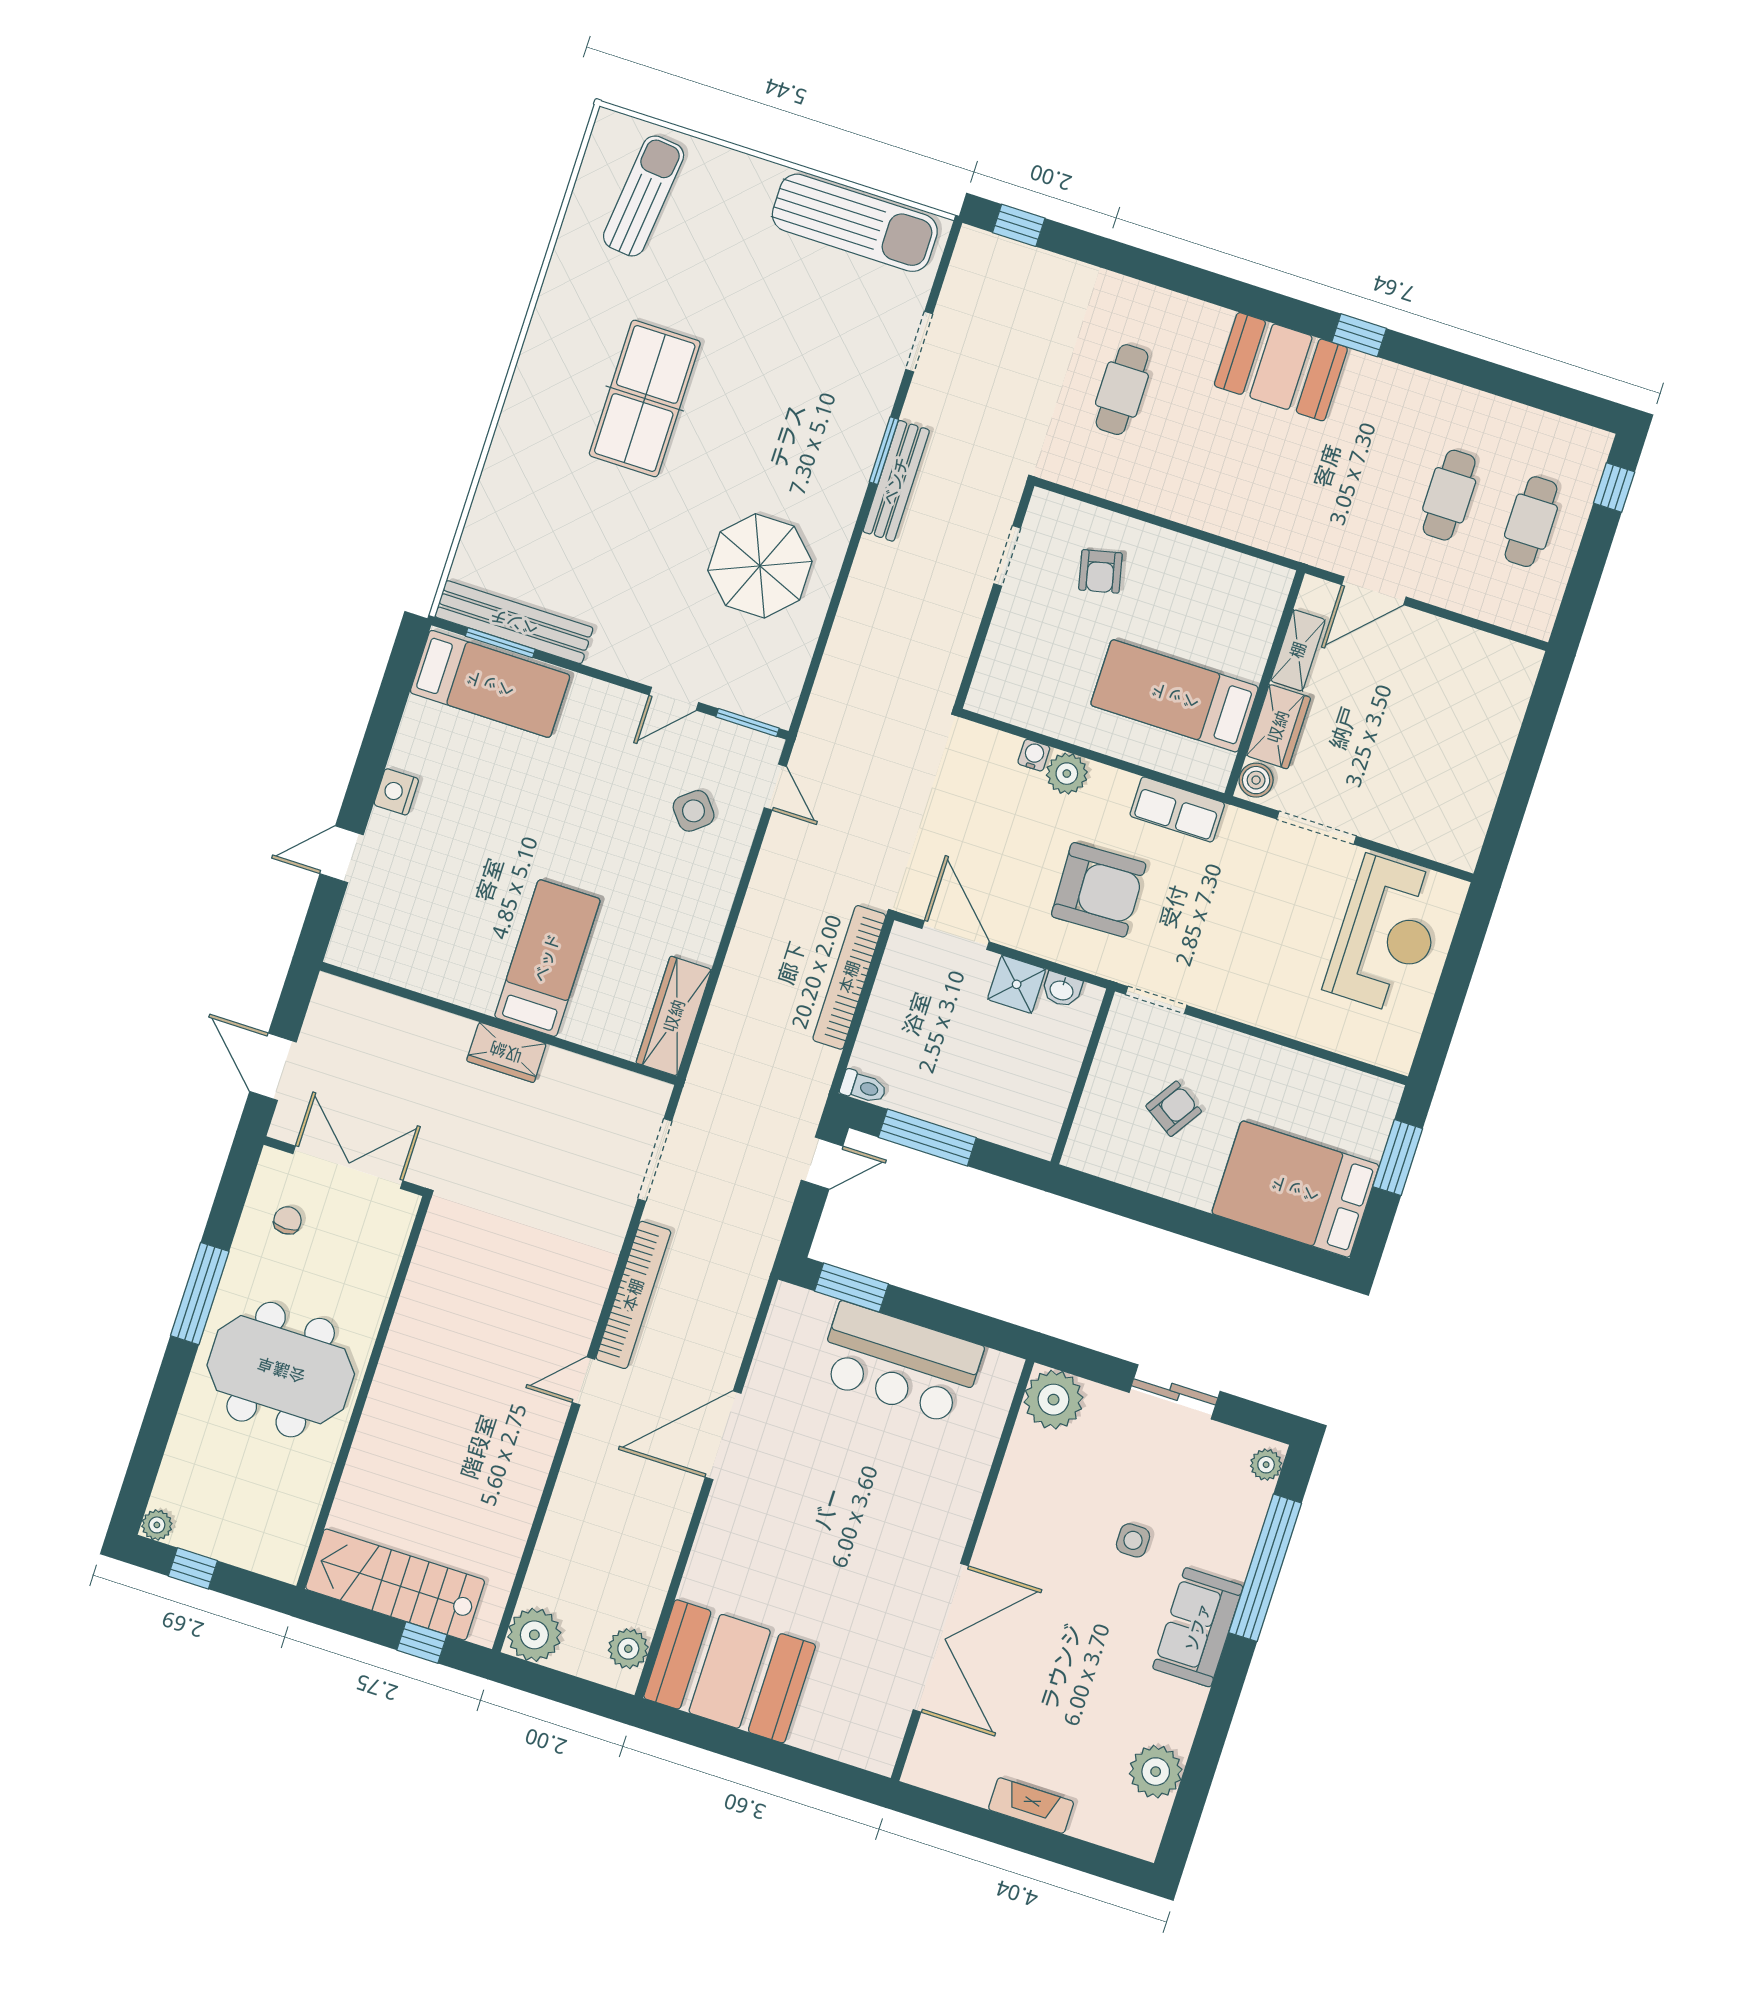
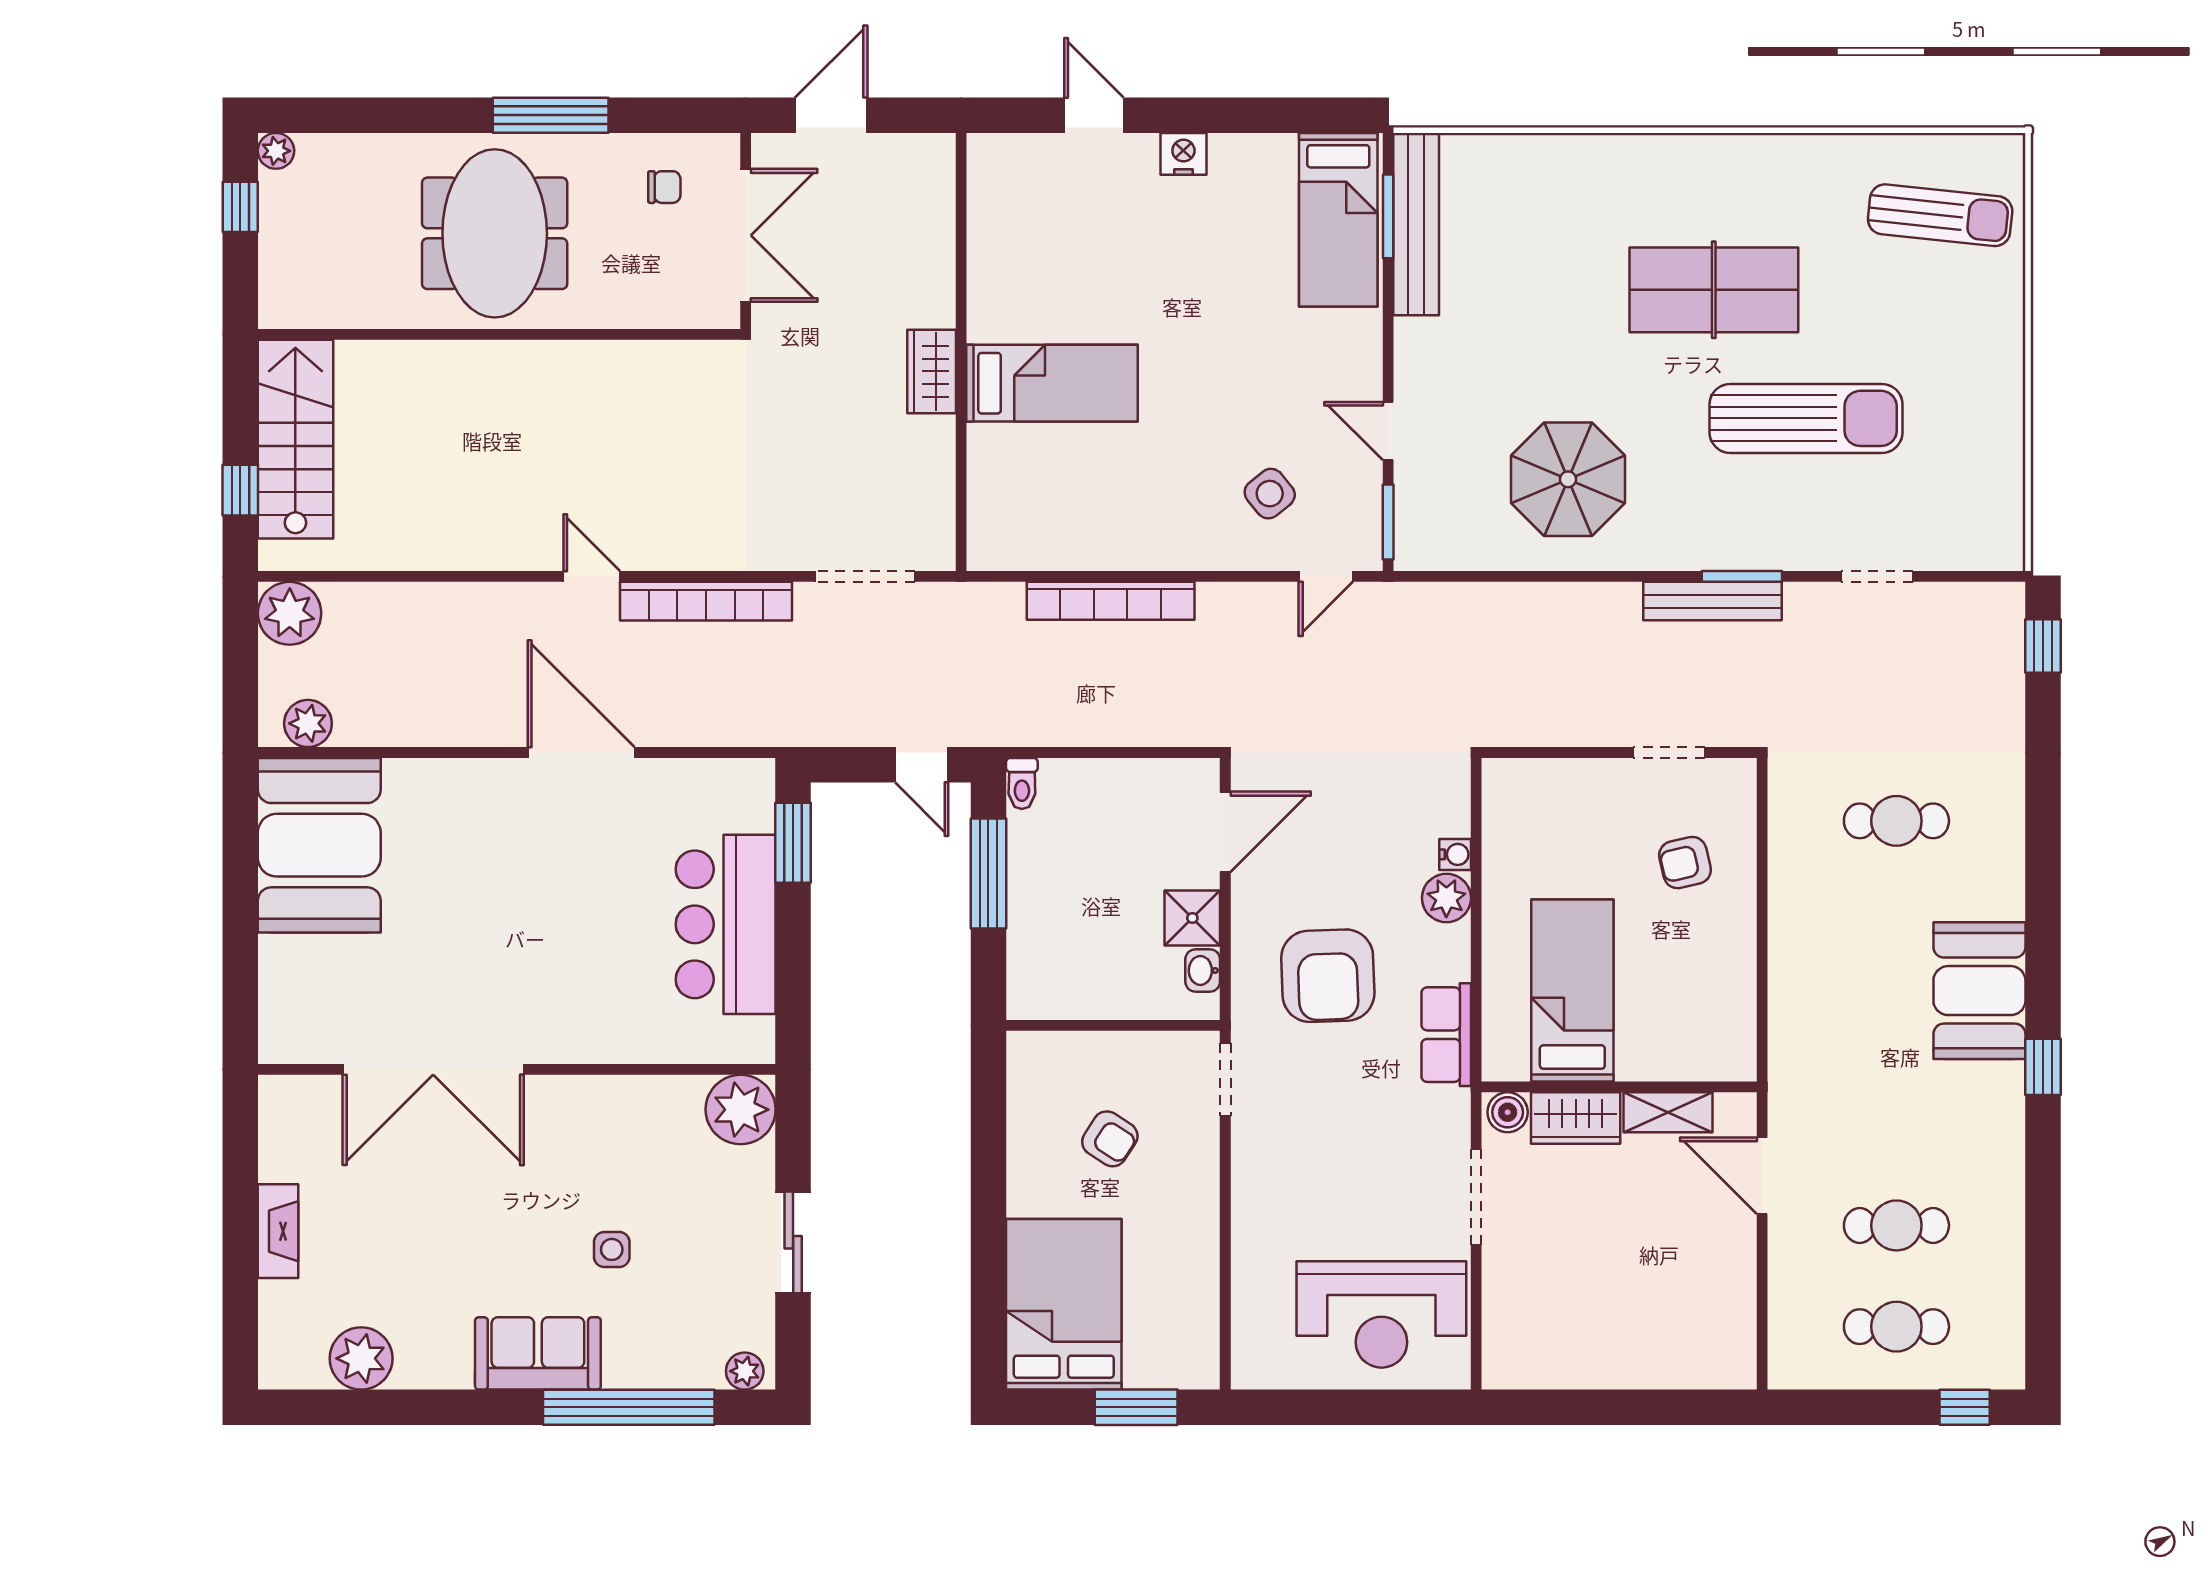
sun lounger: (855, 223) -> (1806, 418), moved, turned -90
bookcase: (849, 977) -> (1111, 601), moved, turned 180
wardrobe: (674, 1016) -> (1033, 546), removed

